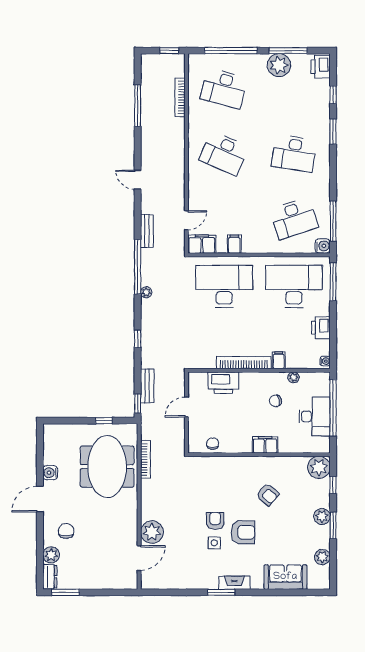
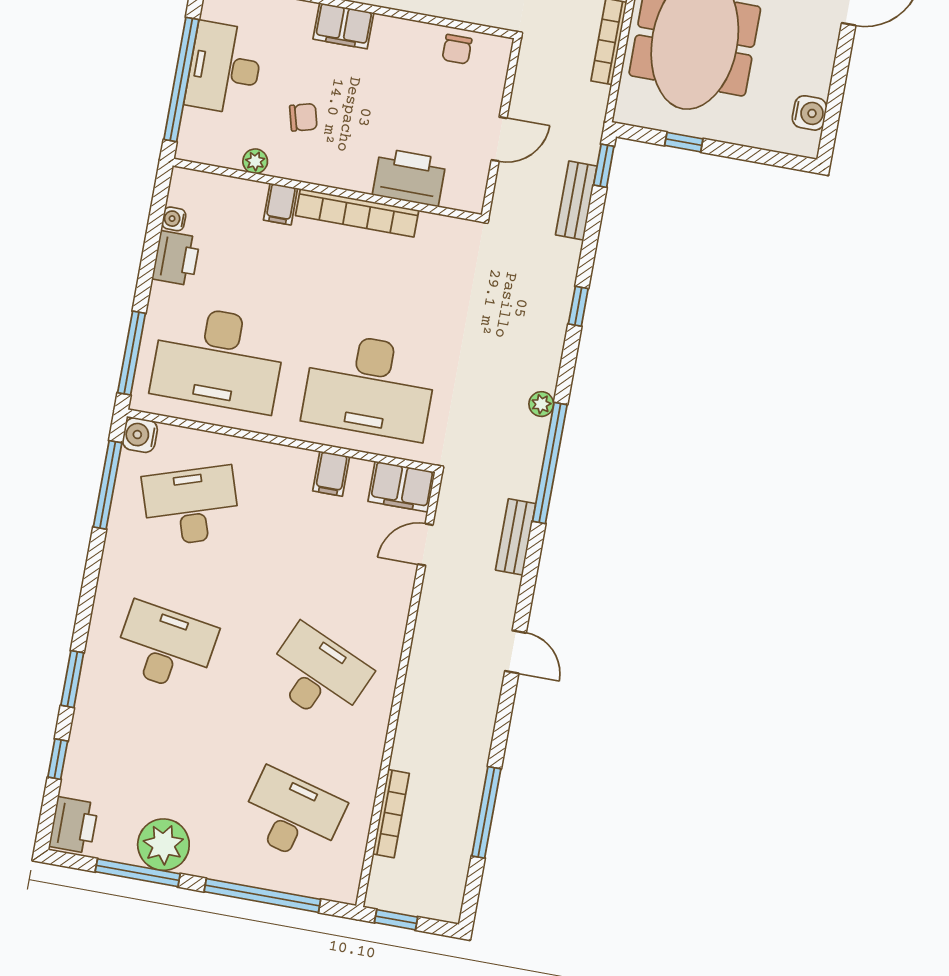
water cooler: (325, 361) -> (174, 219), moved
water cooler: (50, 473) -> (809, 113), moved

